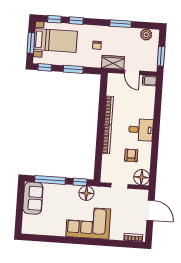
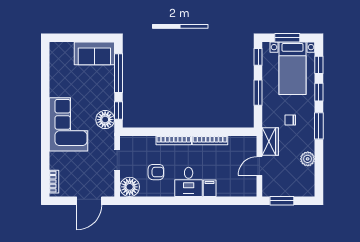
window: (121, 24) -> (319, 126), moved
plant: (146, 35) -> (308, 159), moved
filing cabinet: (149, 81) -> (210, 188), moved

